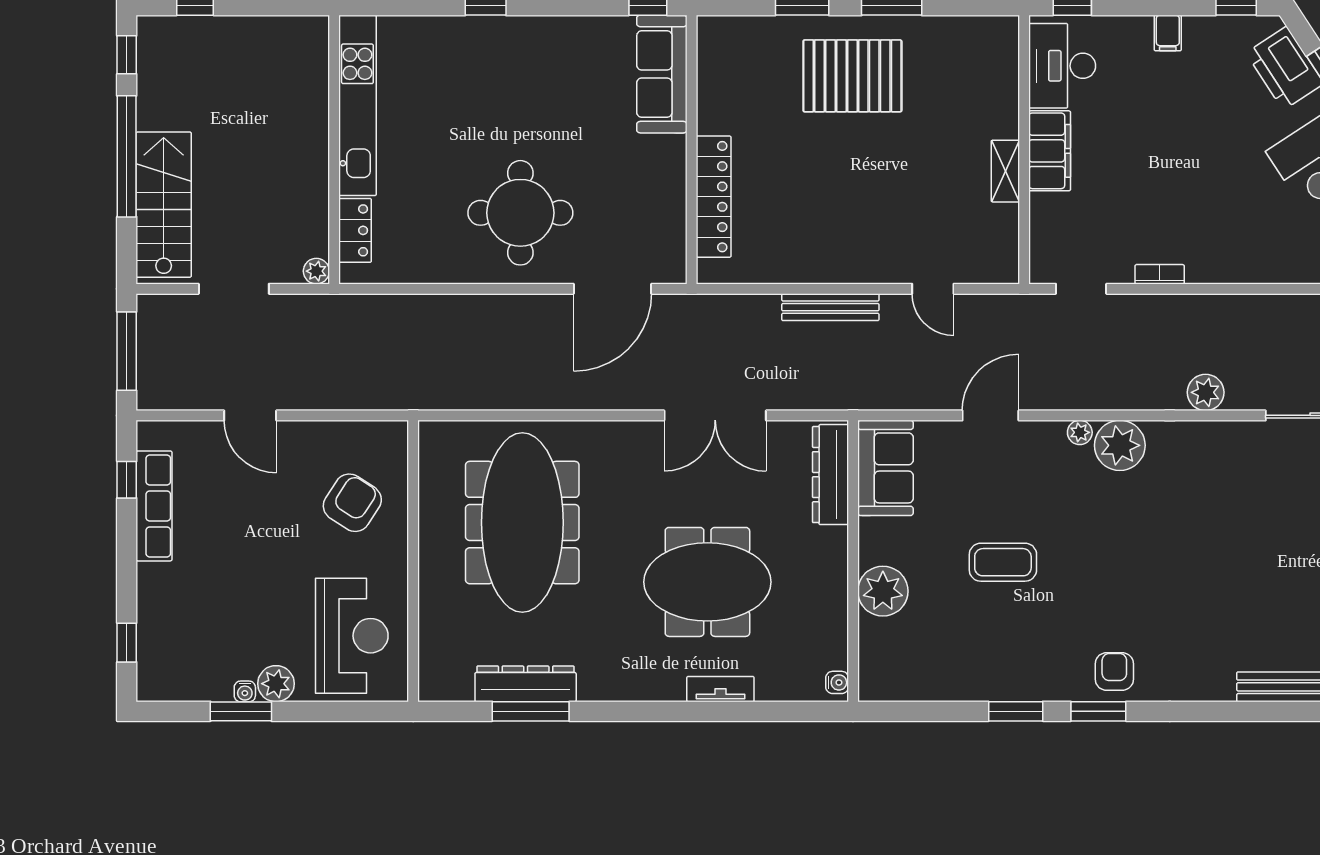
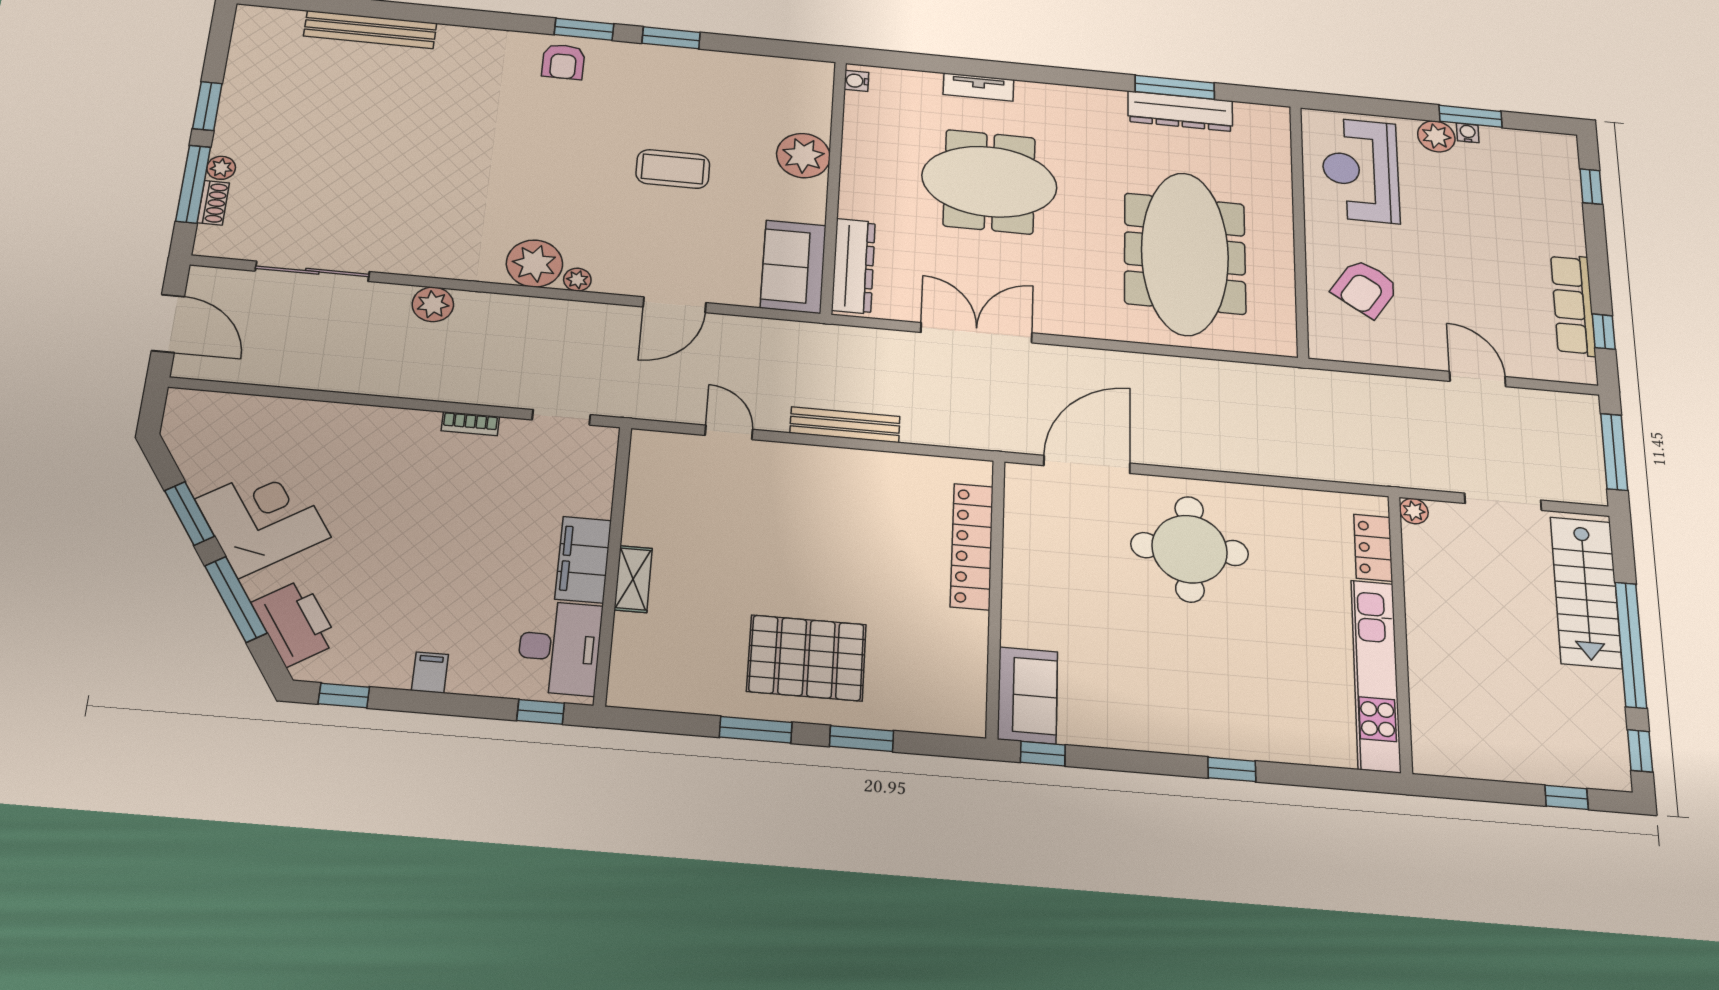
sofa: (662, 74) -> (1028, 695), width x0.73
shelving: (1005, 171) -> (633, 579), moved

